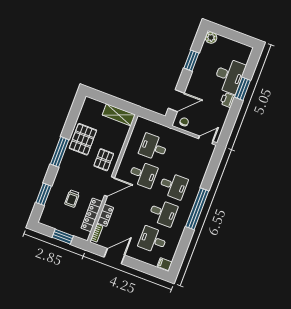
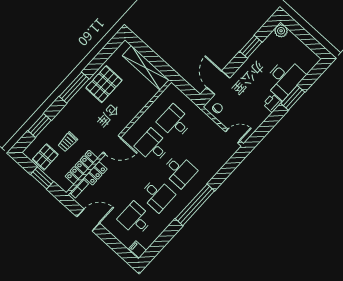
door: (176, 101) -> (218, 83), swing flipped
shelving: (119, 115) -> (146, 68), width x1.47
pallet: (104, 160) -> (45, 157), moved
desk: (143, 174) -> (152, 146), turned 180

